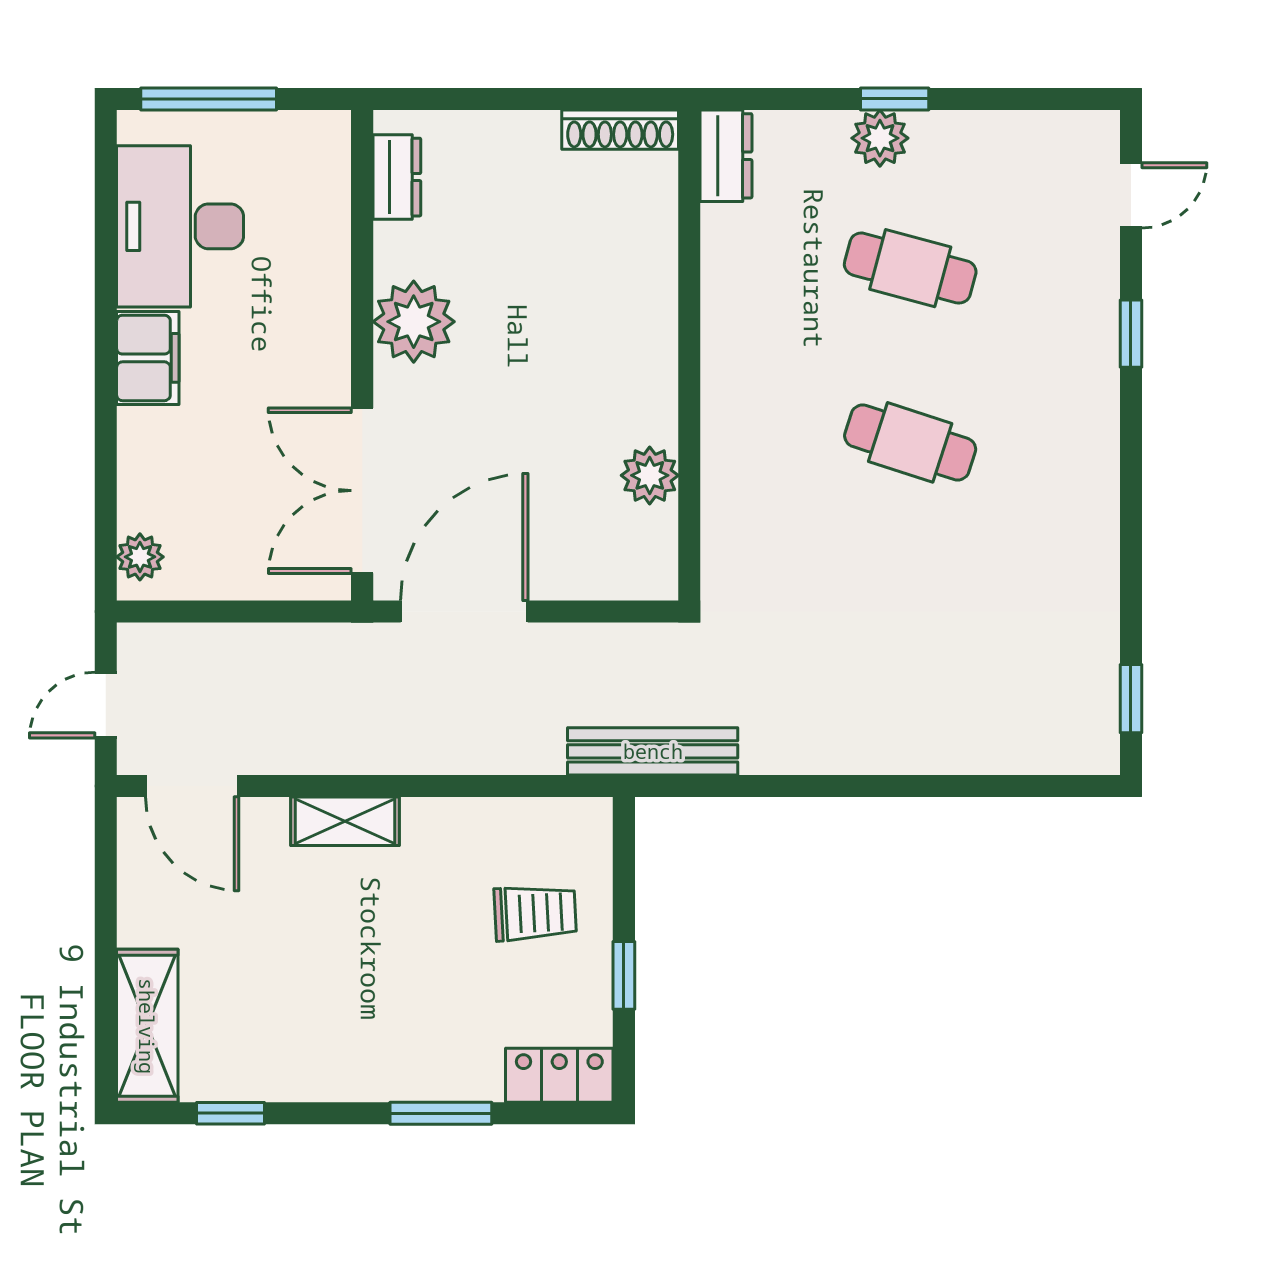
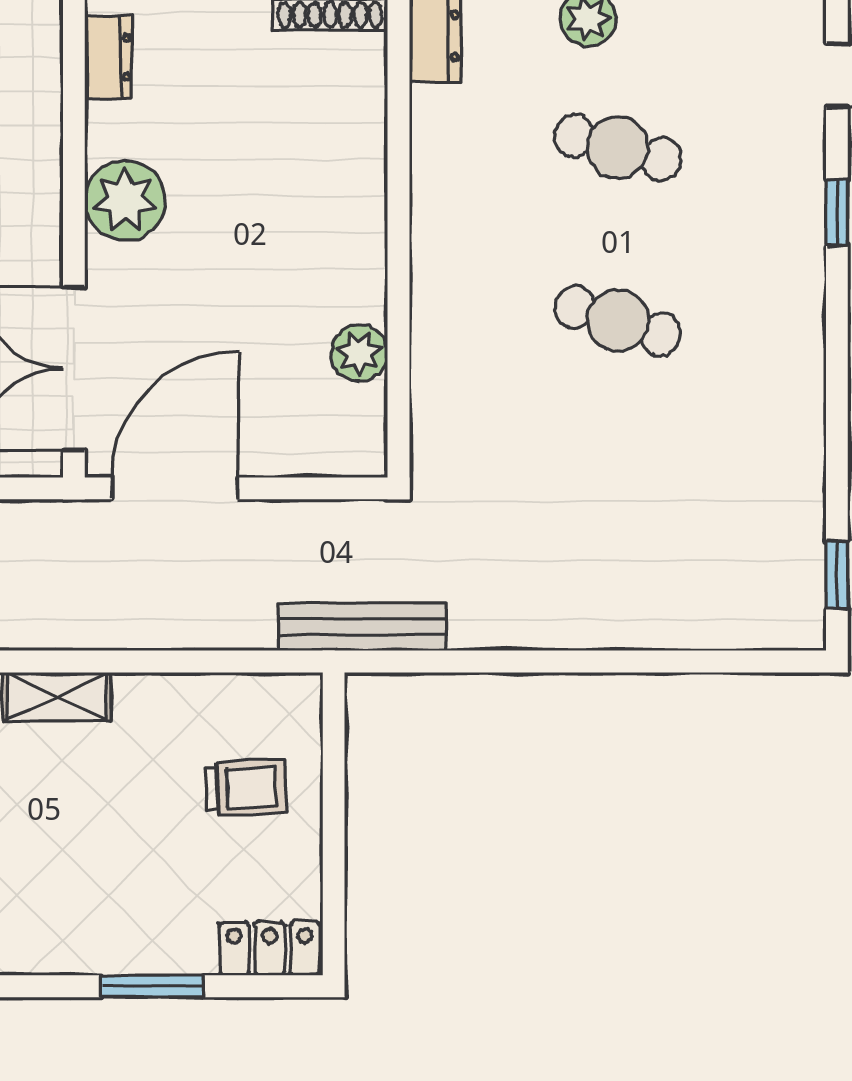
window: (624, 975) -> (334, 849), removed

